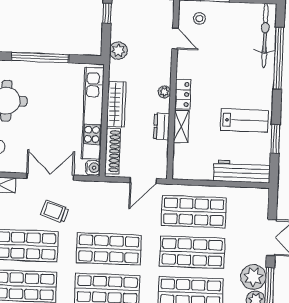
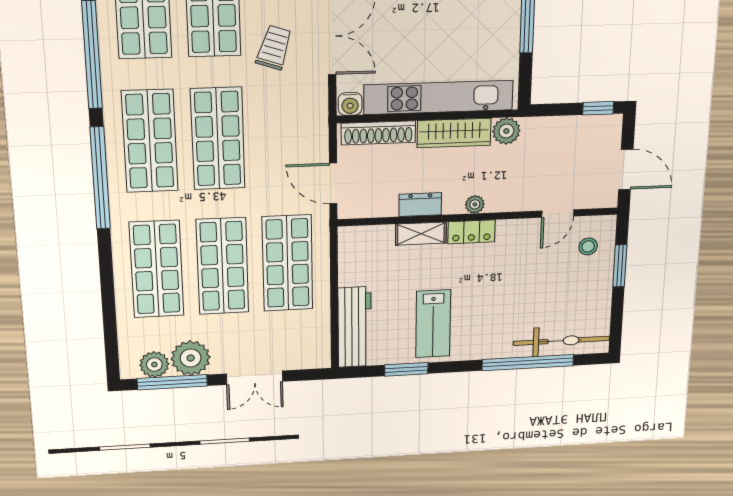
plant: (118, 51) -> (506, 131), moved

